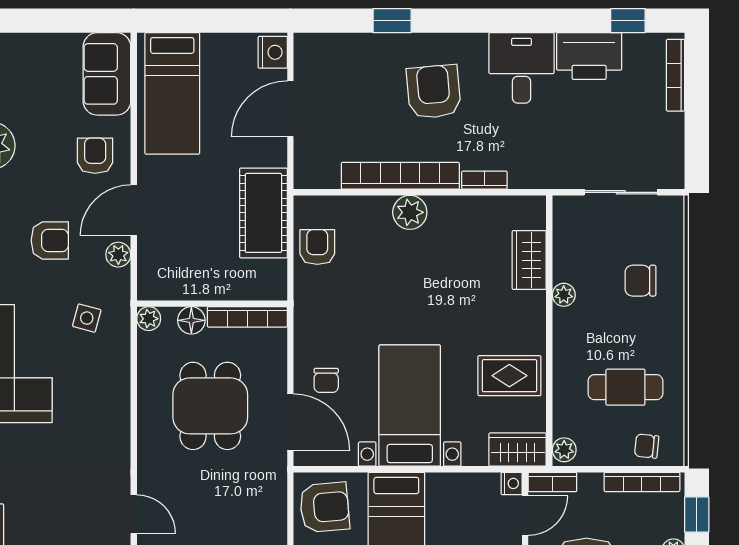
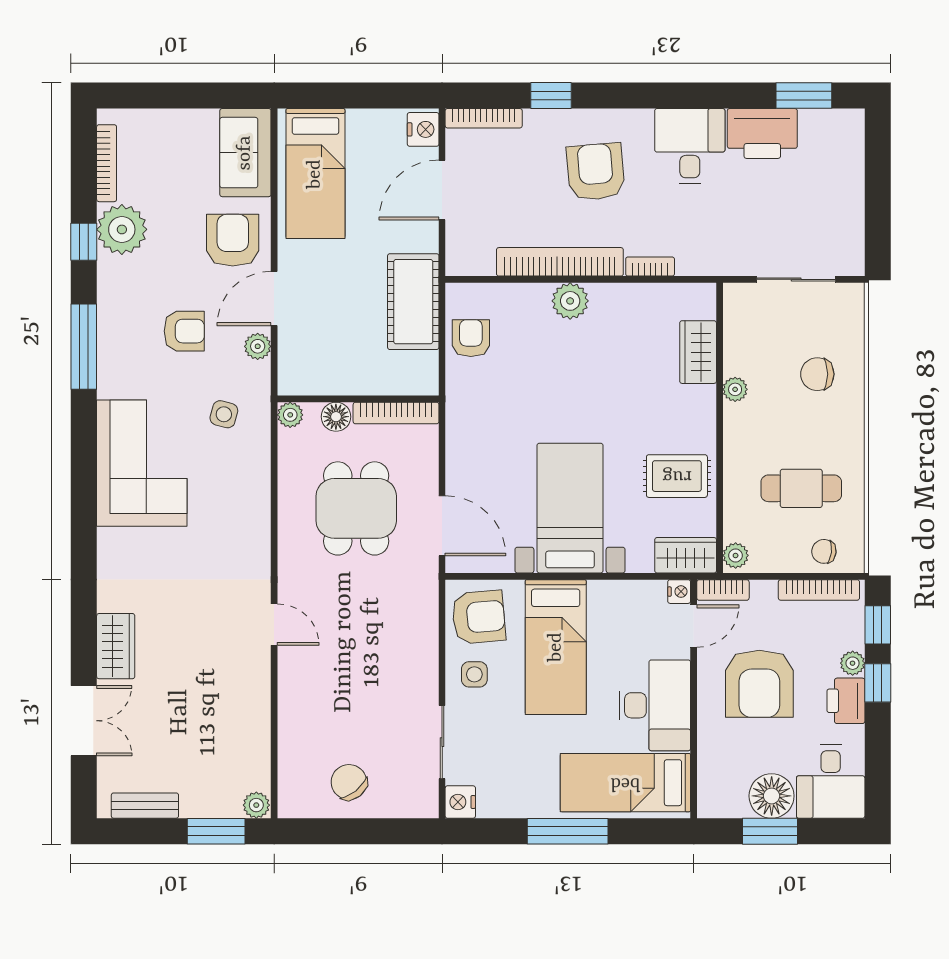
window: (628, 21) -> (804, 95), width x1.50
bookcase: (676, 75) -> (484, 118), moved, turned -90
armchair: (95, 156) -> (233, 240), width x1.38, depth x1.38
chair: (326, 380) -> (480, 481), removed

